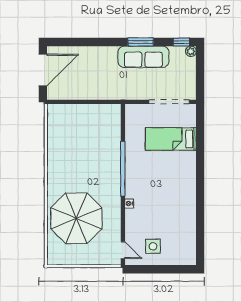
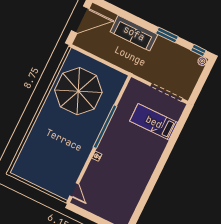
sofa: (143, 57) -> (134, 33), moved
parasol: (76, 218) -> (78, 91), moved
side table: (153, 246) -> (99, 198), removed

